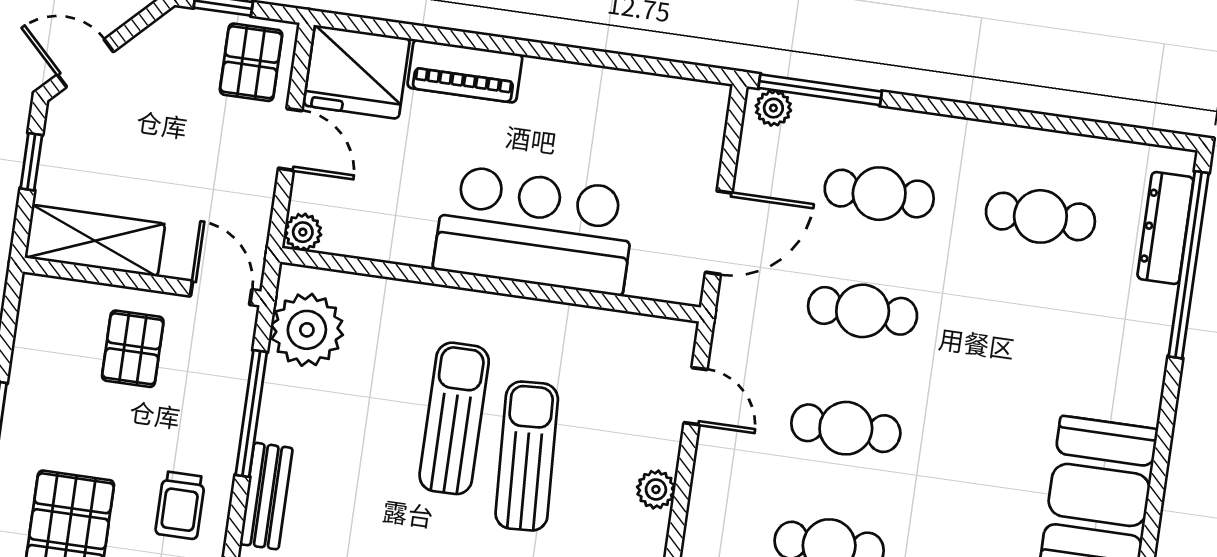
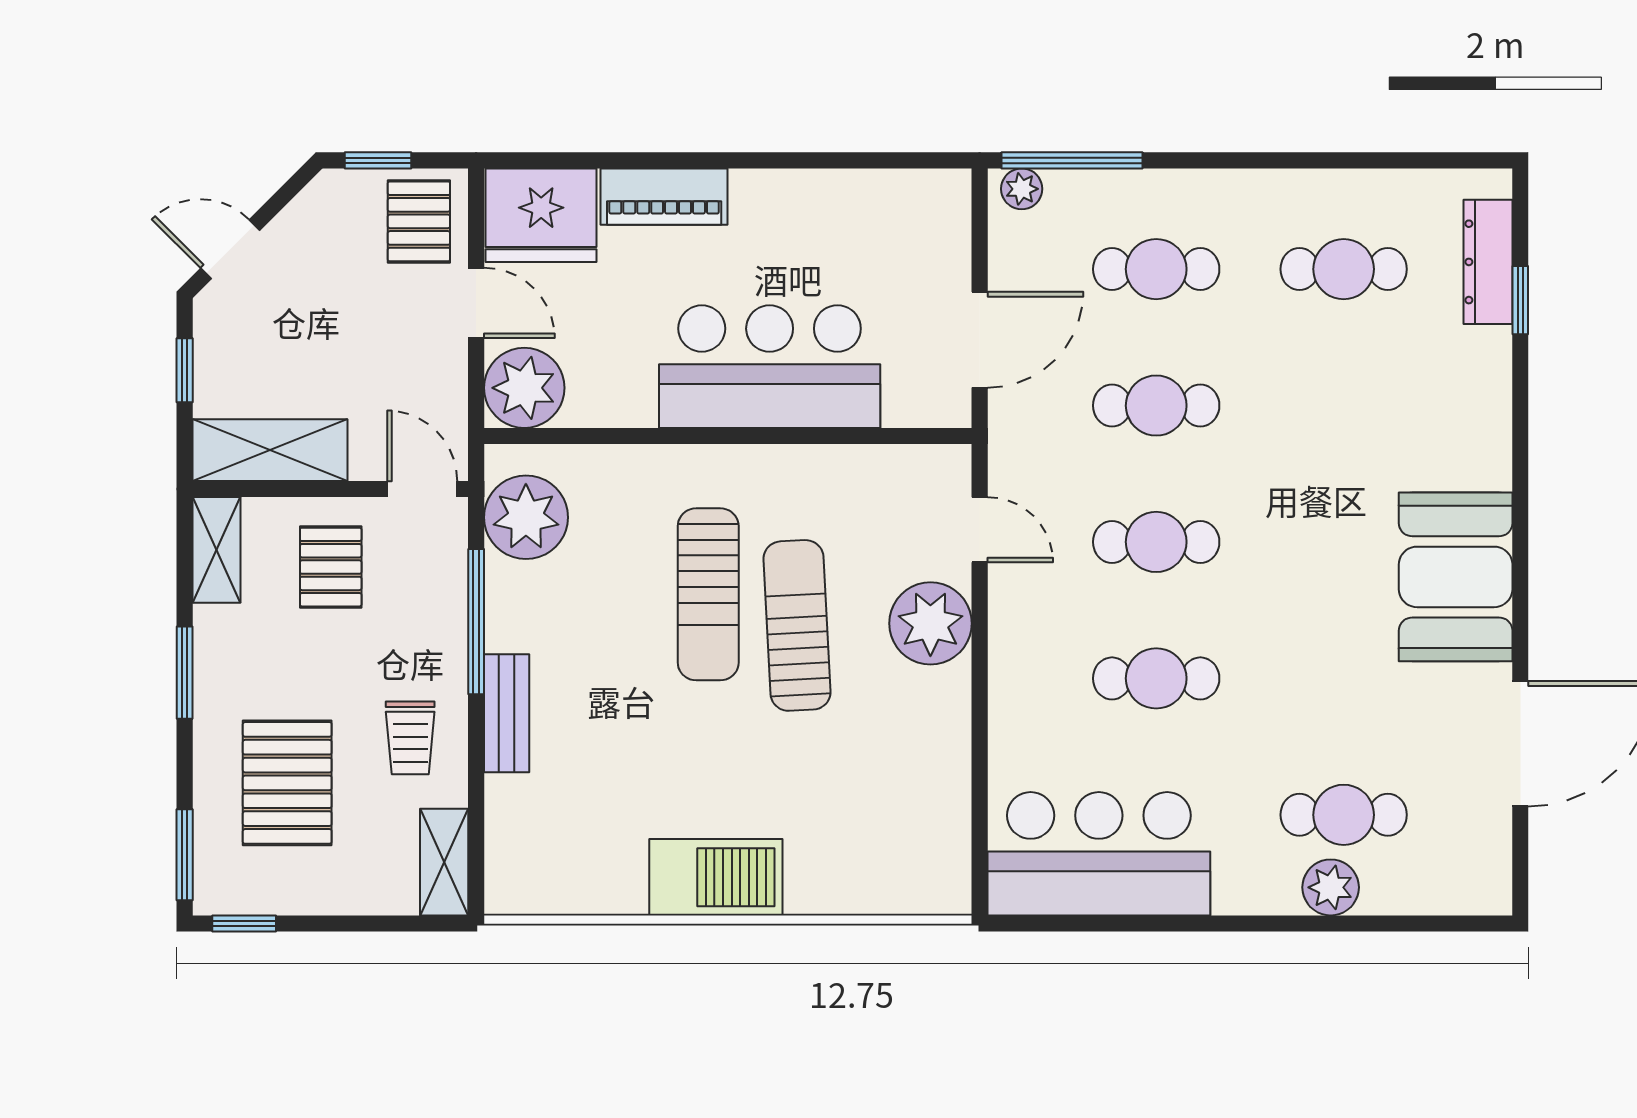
plant: (303, 232) -> (524, 388), width x1.87, depth x1.87
window: (1189, 265) -> (1520, 300), width x0.32
shelving: (37, 320) -> (216, 550), added
sun lounger: (454, 418) -> (708, 594), turned 180
plant: (656, 490) -> (930, 623), width x1.88, depth x1.88

